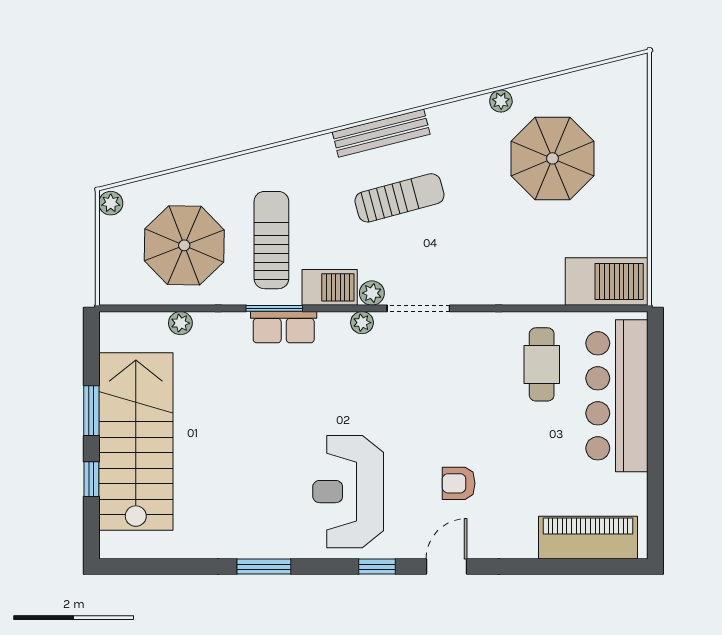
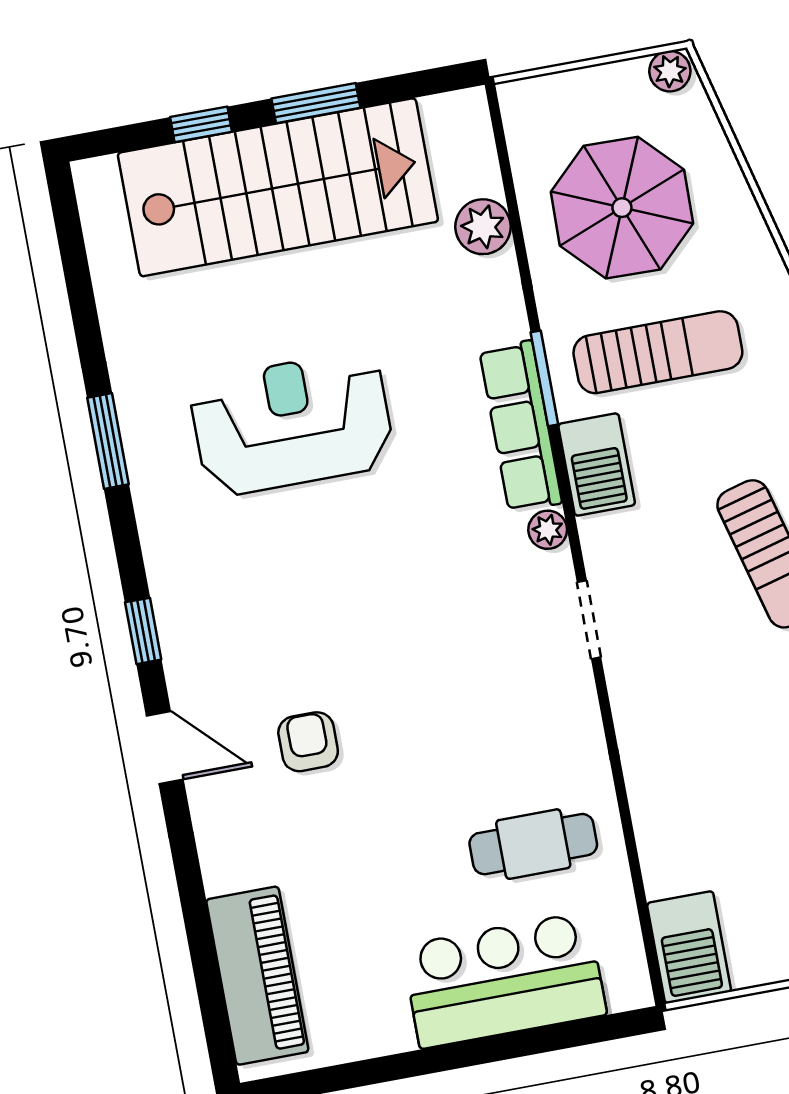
barbecue: (607, 282) -> (689, 947), width x0.73, depth x0.83
plant: (372, 293) -> (600, 537), removed
doorway: (418, 308) -> (589, 620), width x0.73
plant: (180, 323) -> (483, 227), width x1.38, depth x1.38
row of seats: (284, 327) -> (521, 426), width x1.48
bar counter: (617, 396) -> (504, 980), width x0.73
reception desk: (348, 492) -> (292, 423), moved

